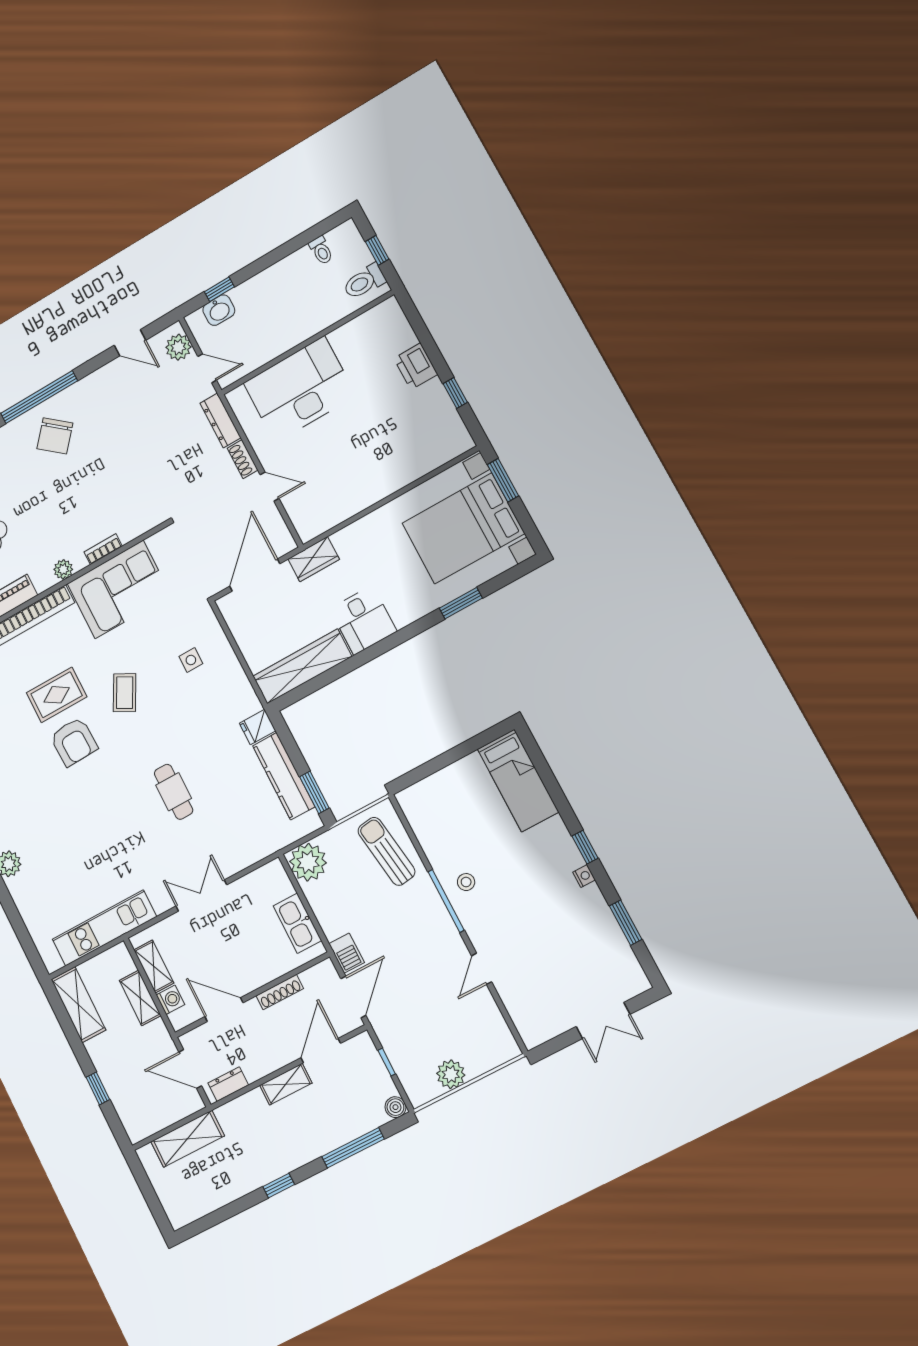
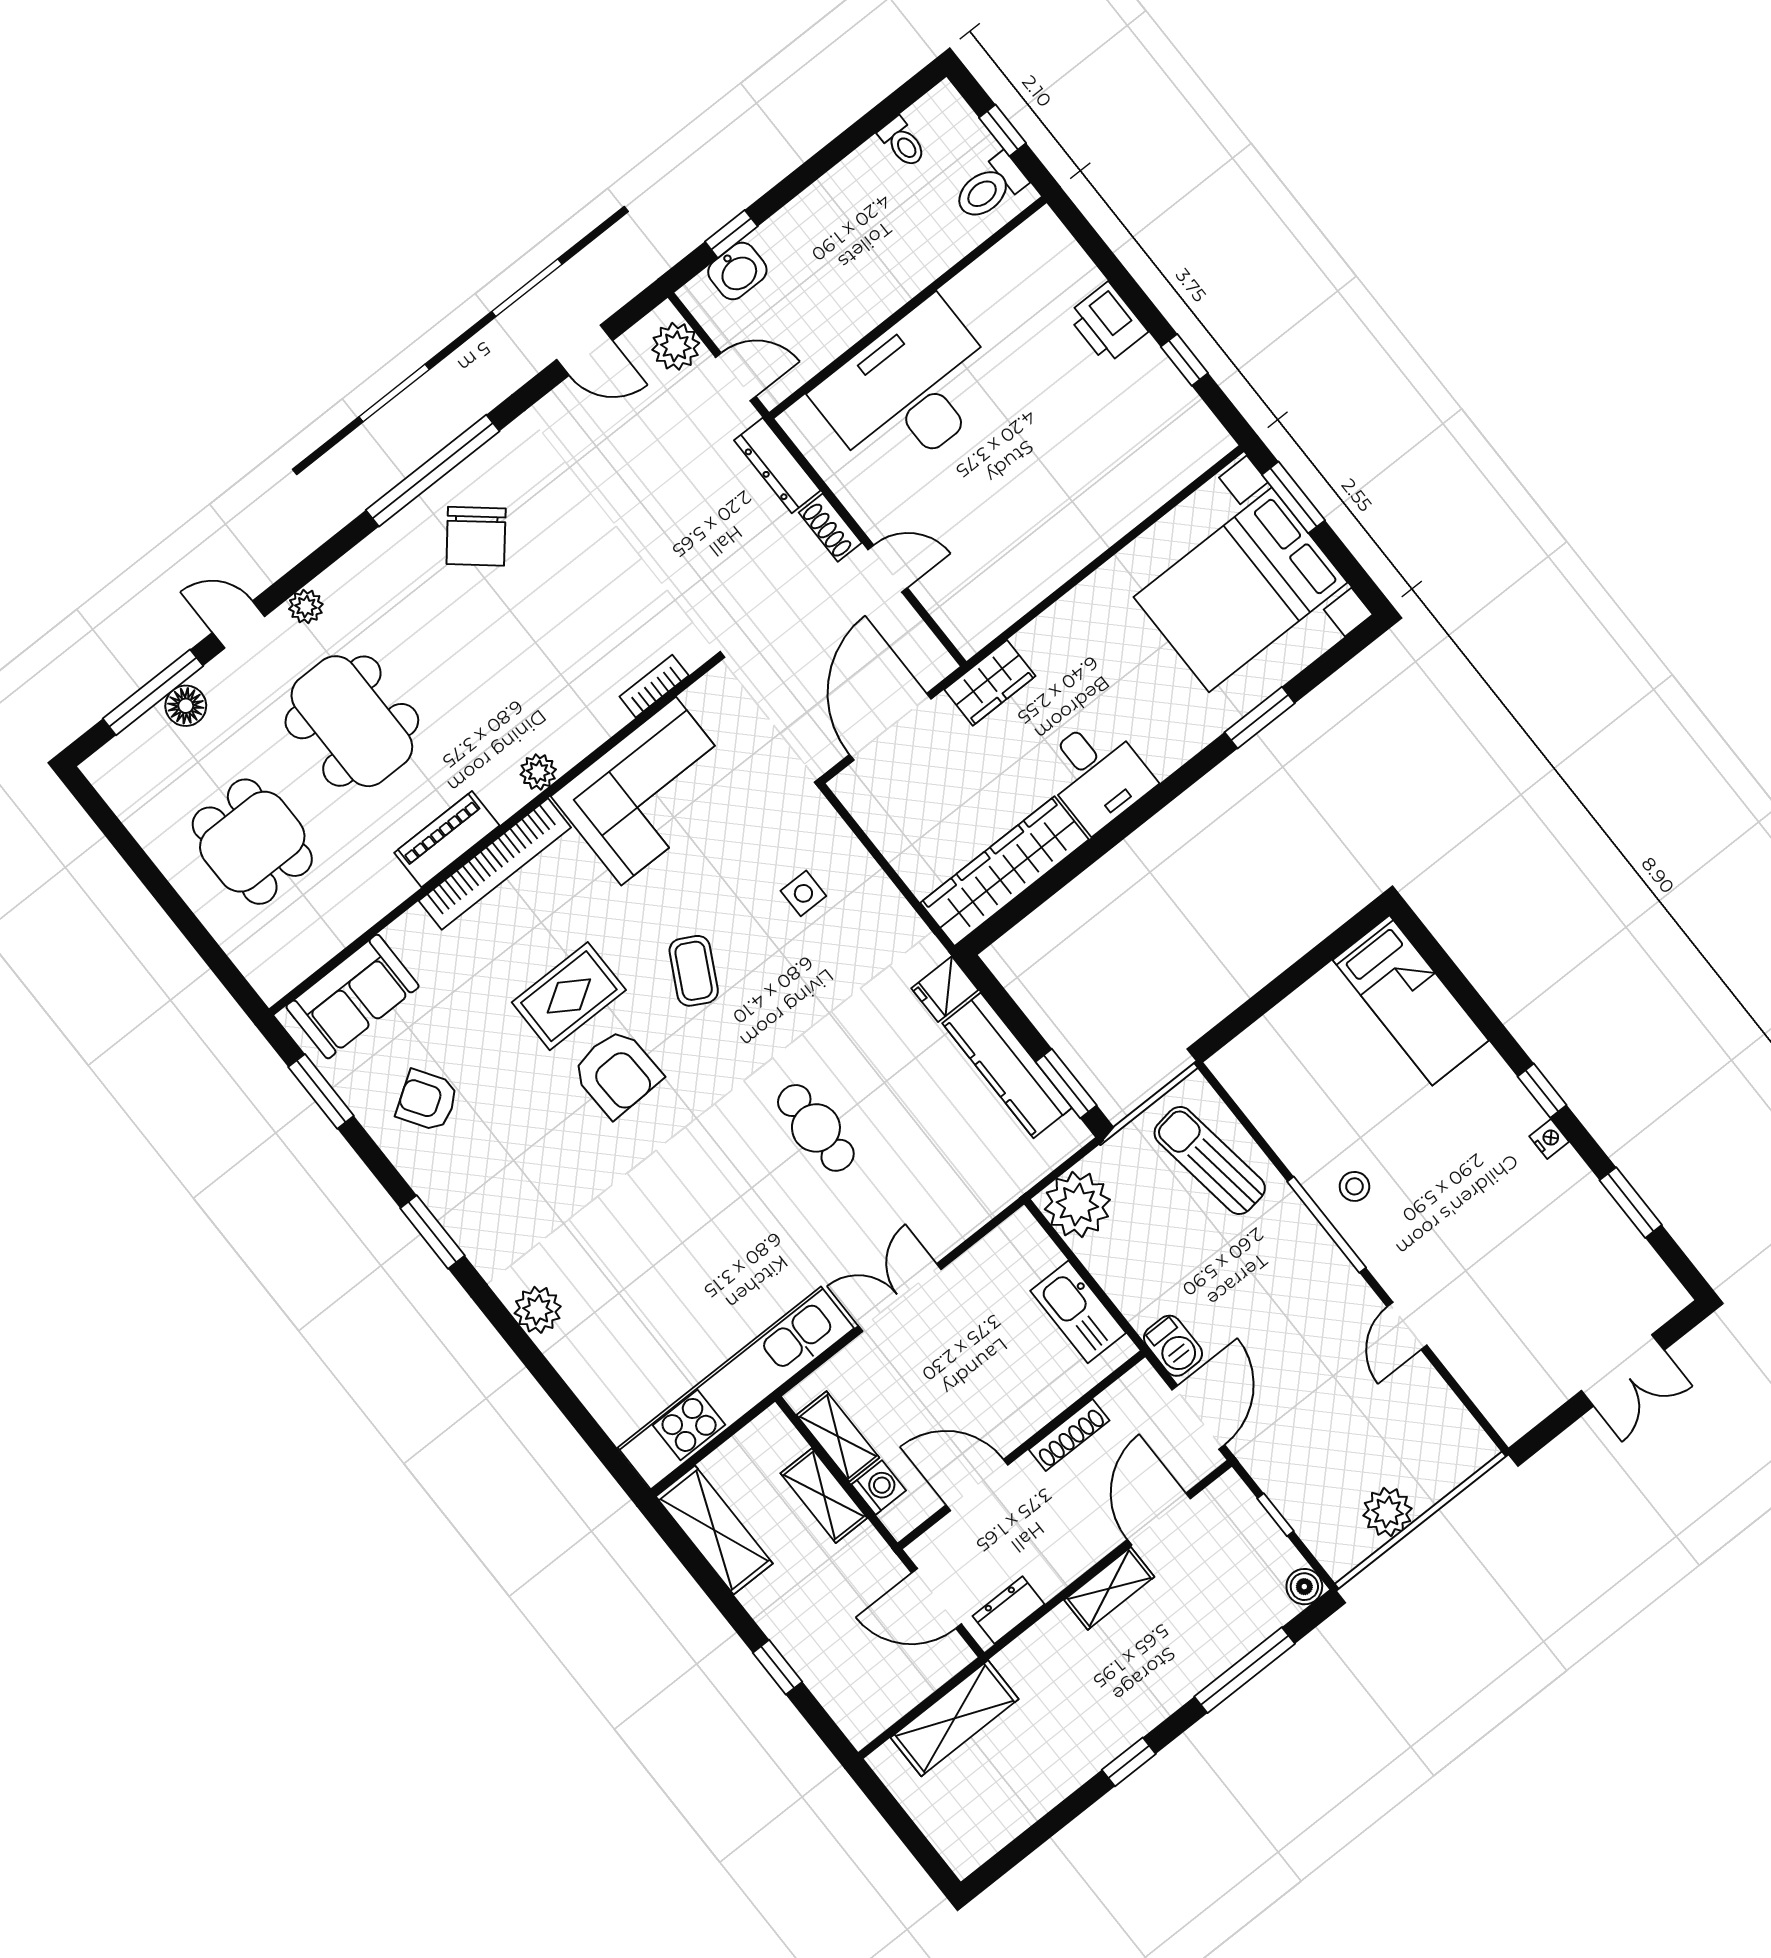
bookcase: (103, 549) -> (654, 686), moved
kitchen unit: (104, 928) -> (736, 1388), width x1.36

